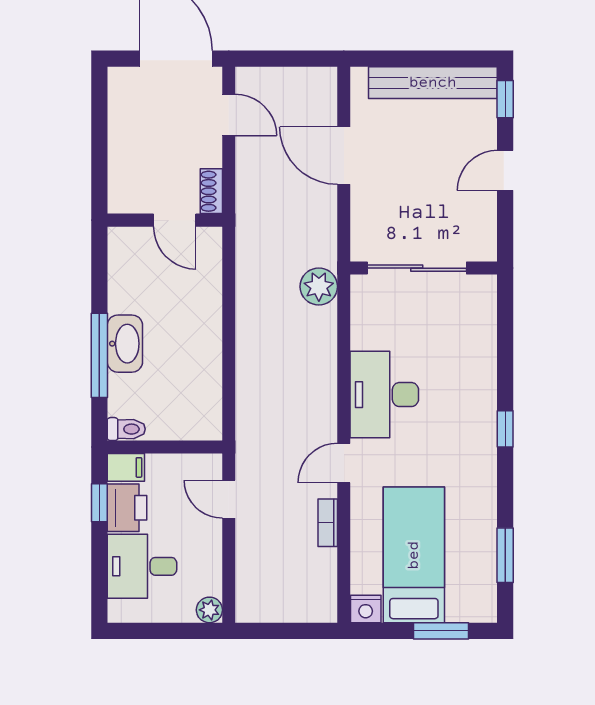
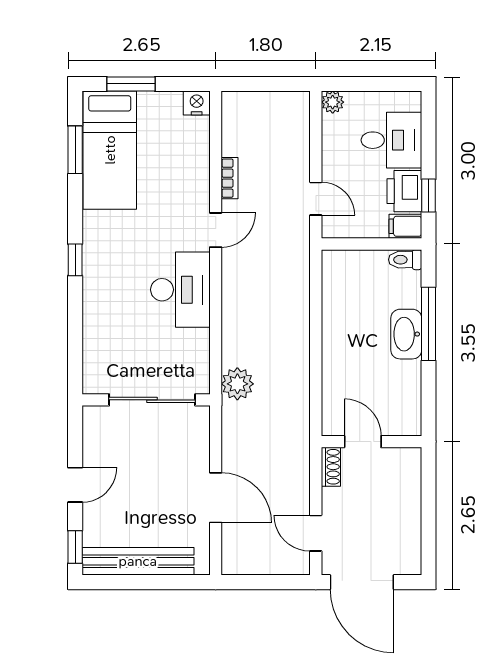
bed: (414, 555) -> (110, 150), moved

